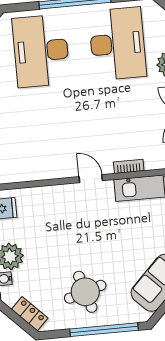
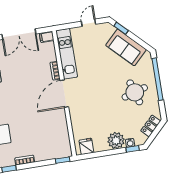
door: (91, 179) -> (64, 94), width x1.87

